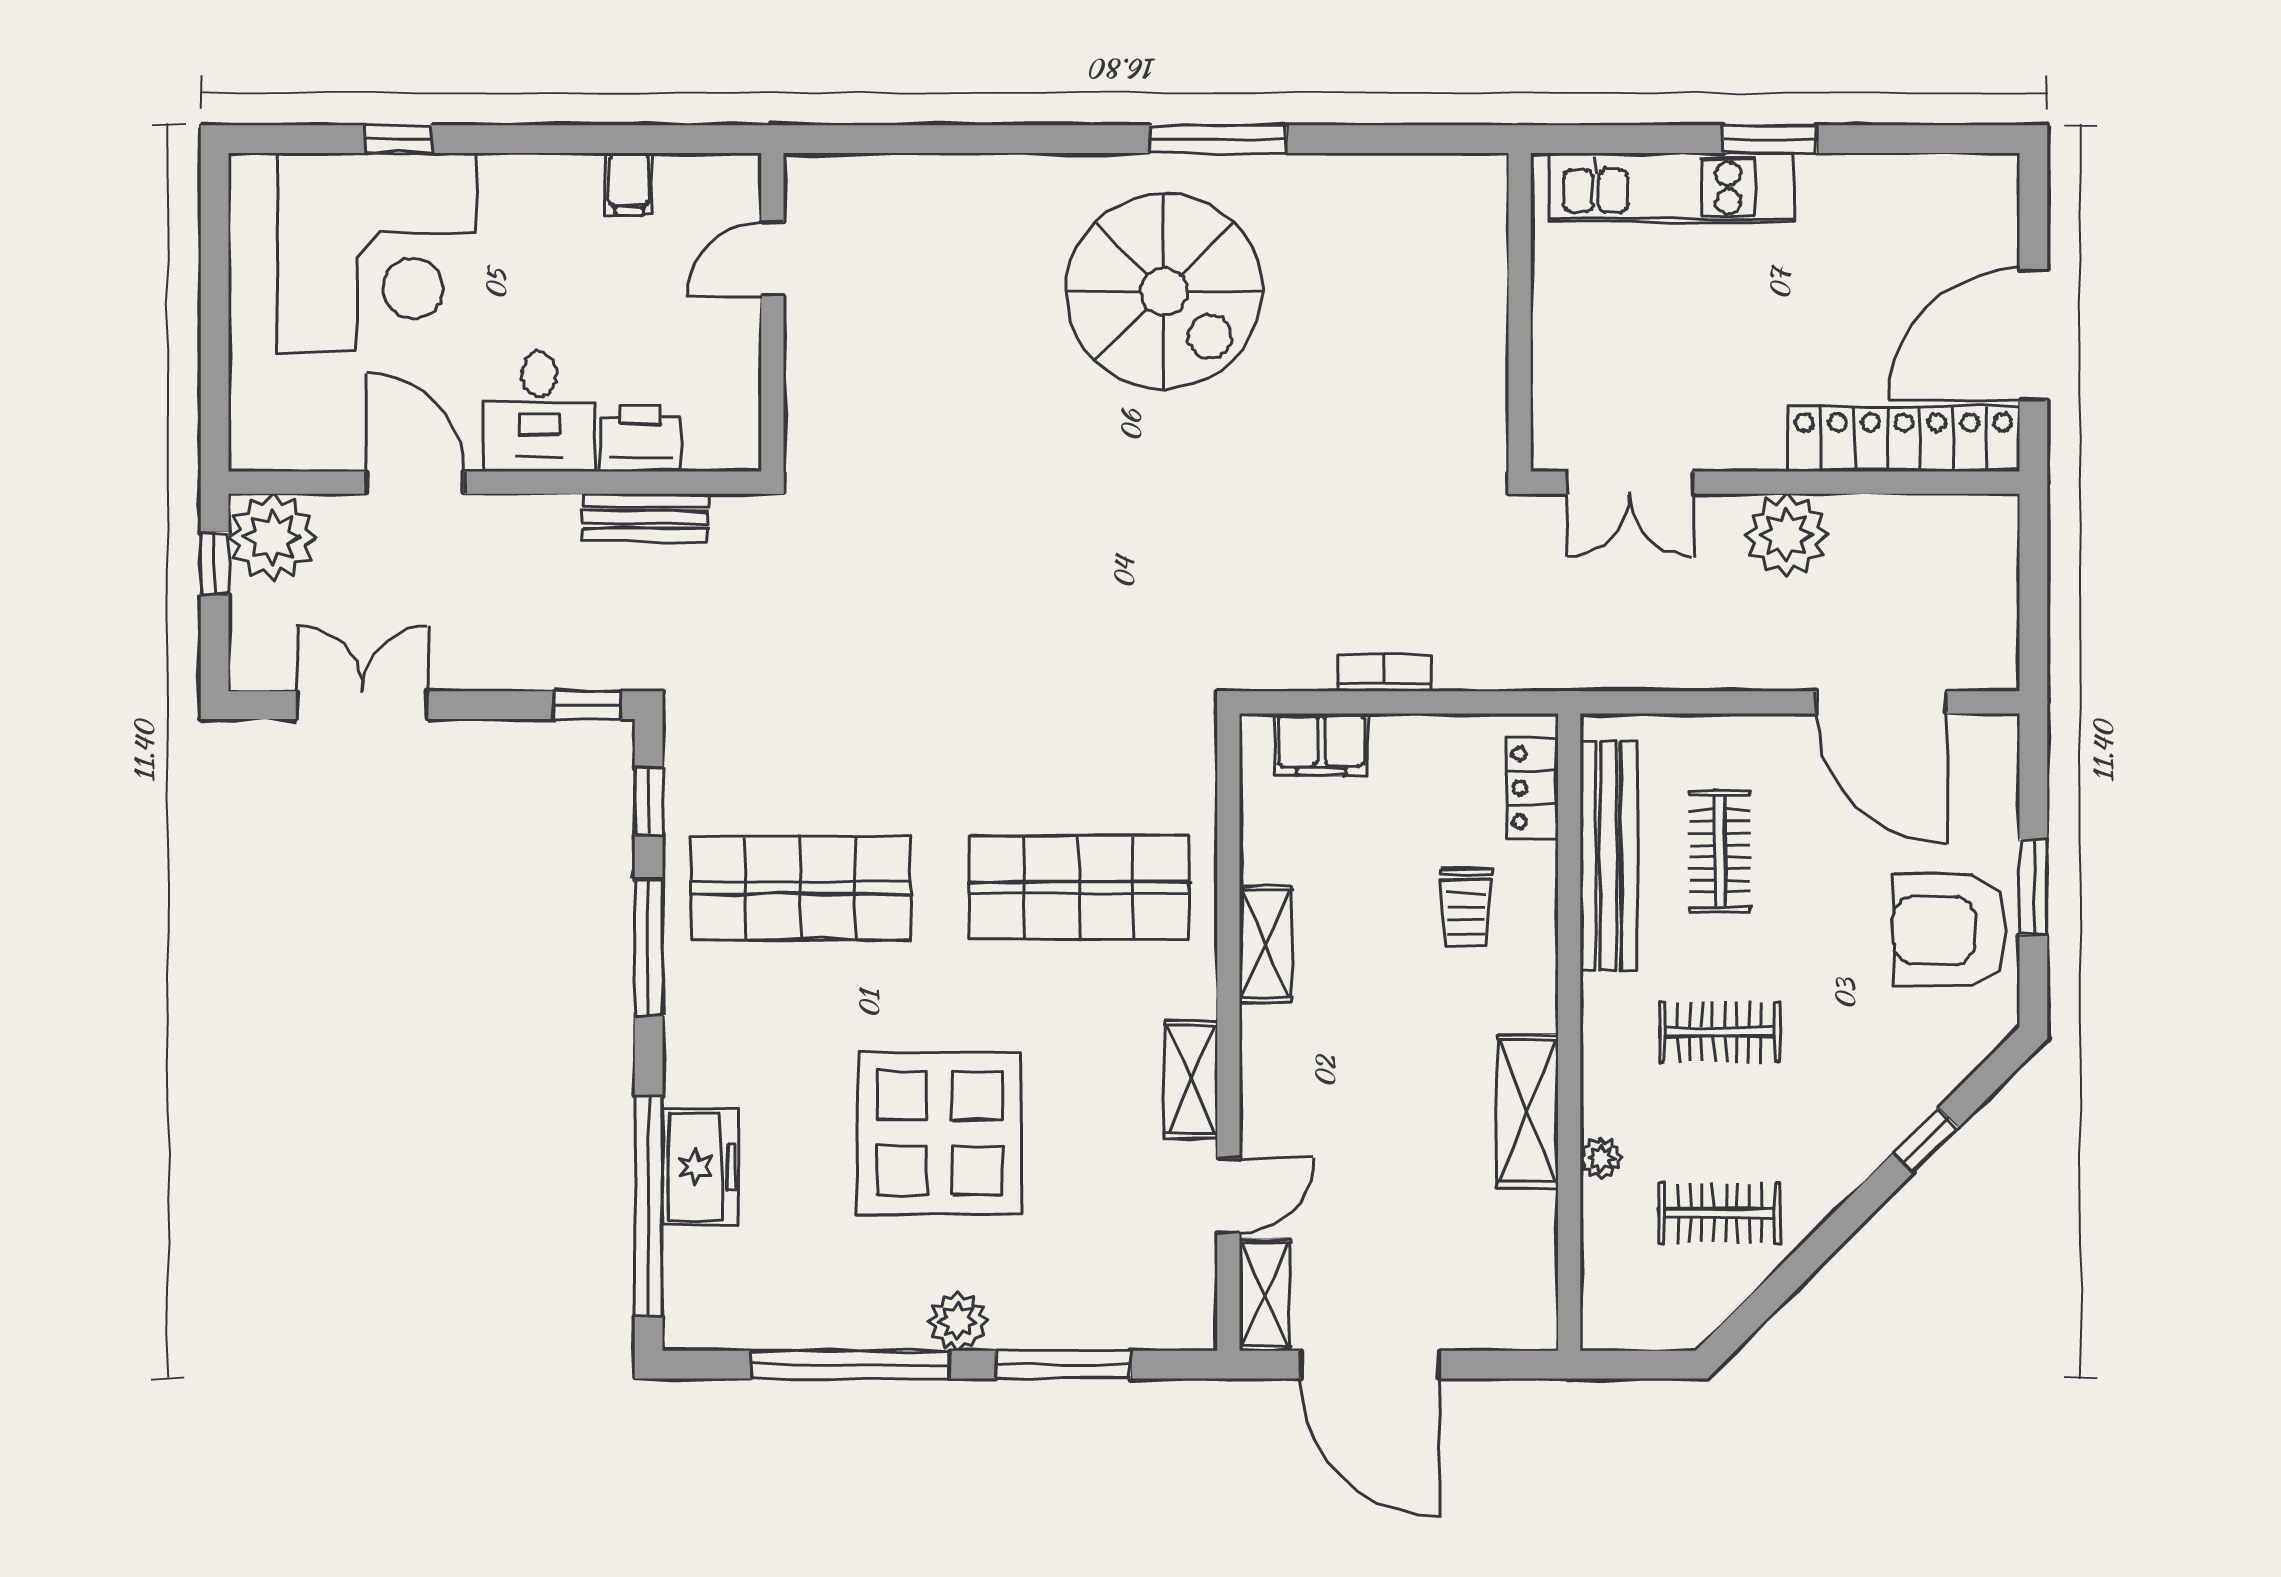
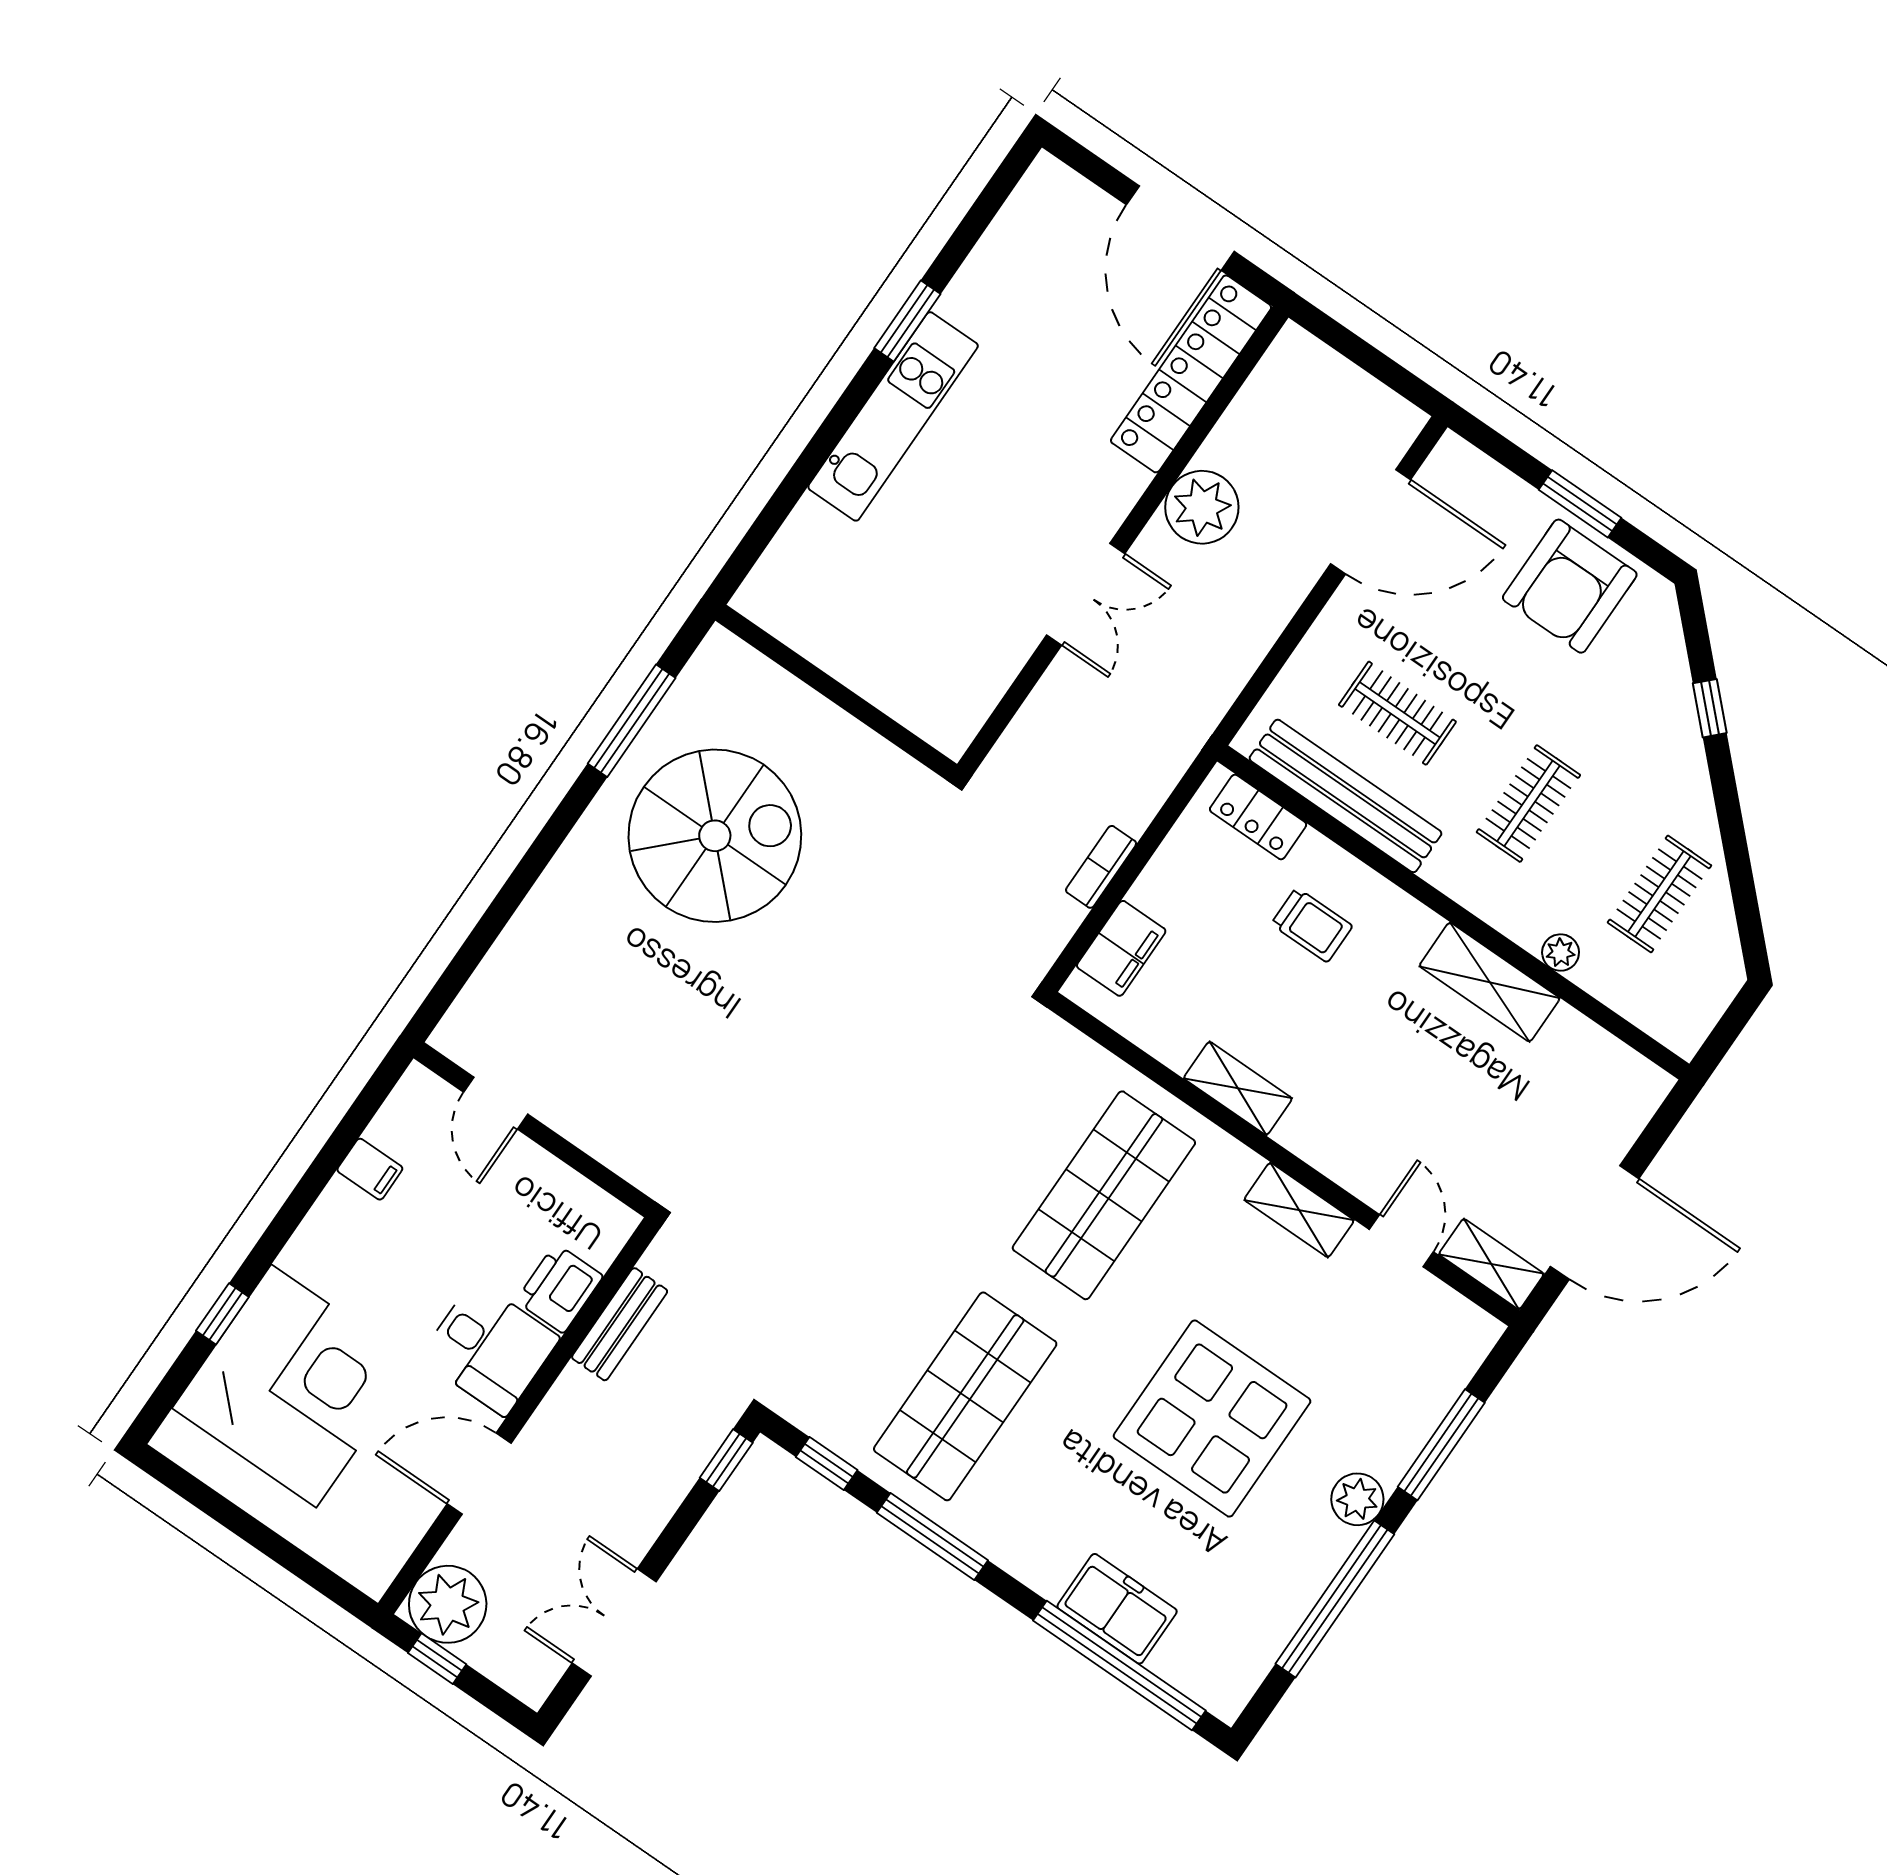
wall: (1520, 312) -> (836, 692), moved

